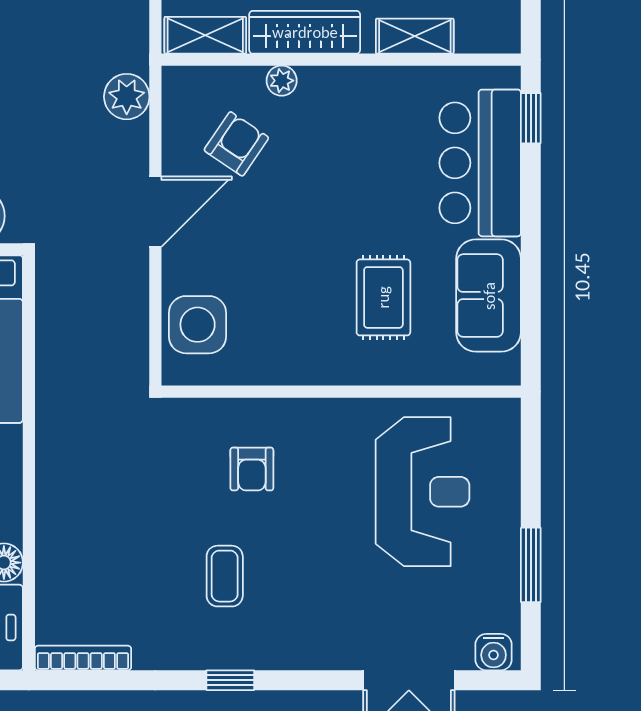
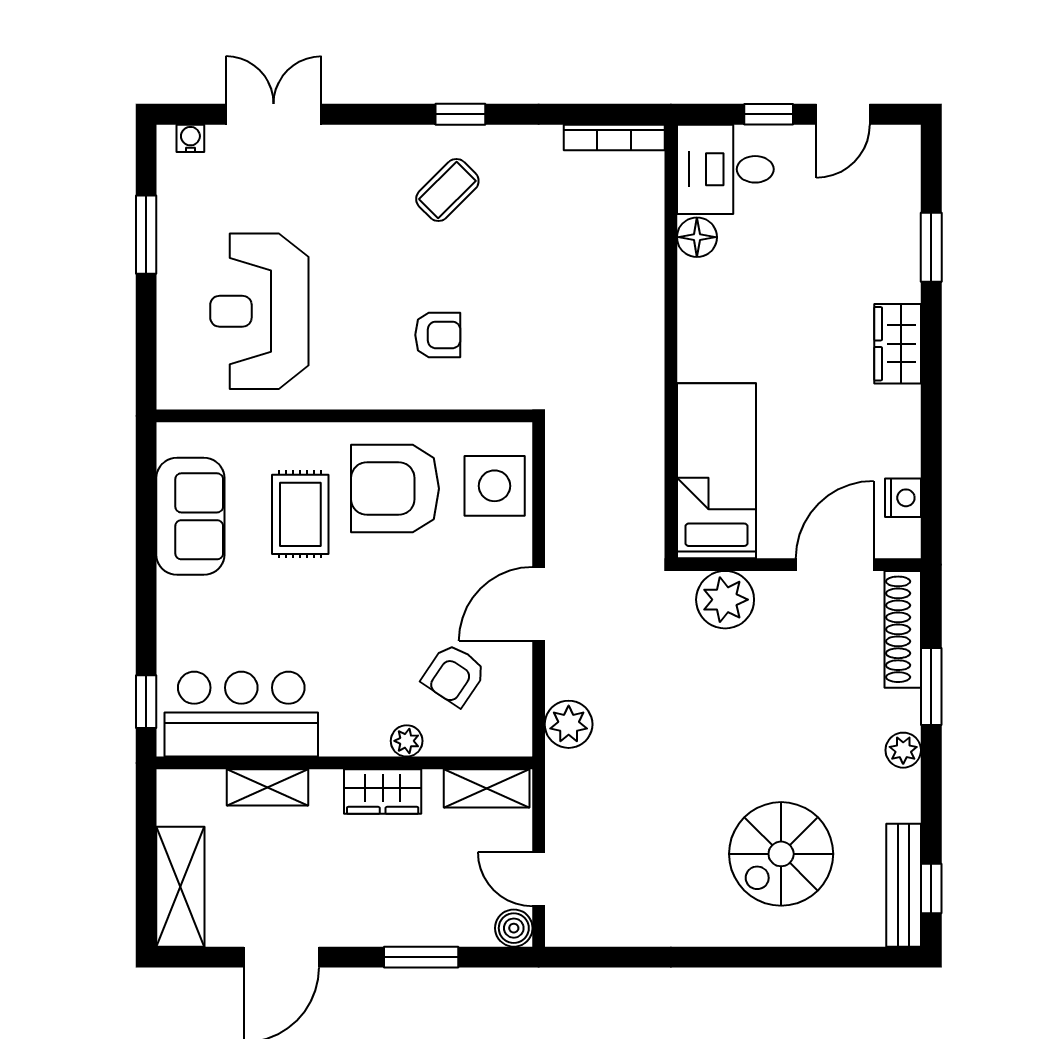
wardrobe: (305, 32) -> (383, 792), width x0.67
bar counter: (480, 163) -> (241, 714), moved, turned -90
armchair: (293, 322) -> (395, 489), added
armchair: (252, 469) -> (438, 335), turned 90
coffee table: (225, 576) -> (447, 190), moved, turned 45
water cooler: (494, 652) -> (190, 138), width x0.72, depth x0.72

